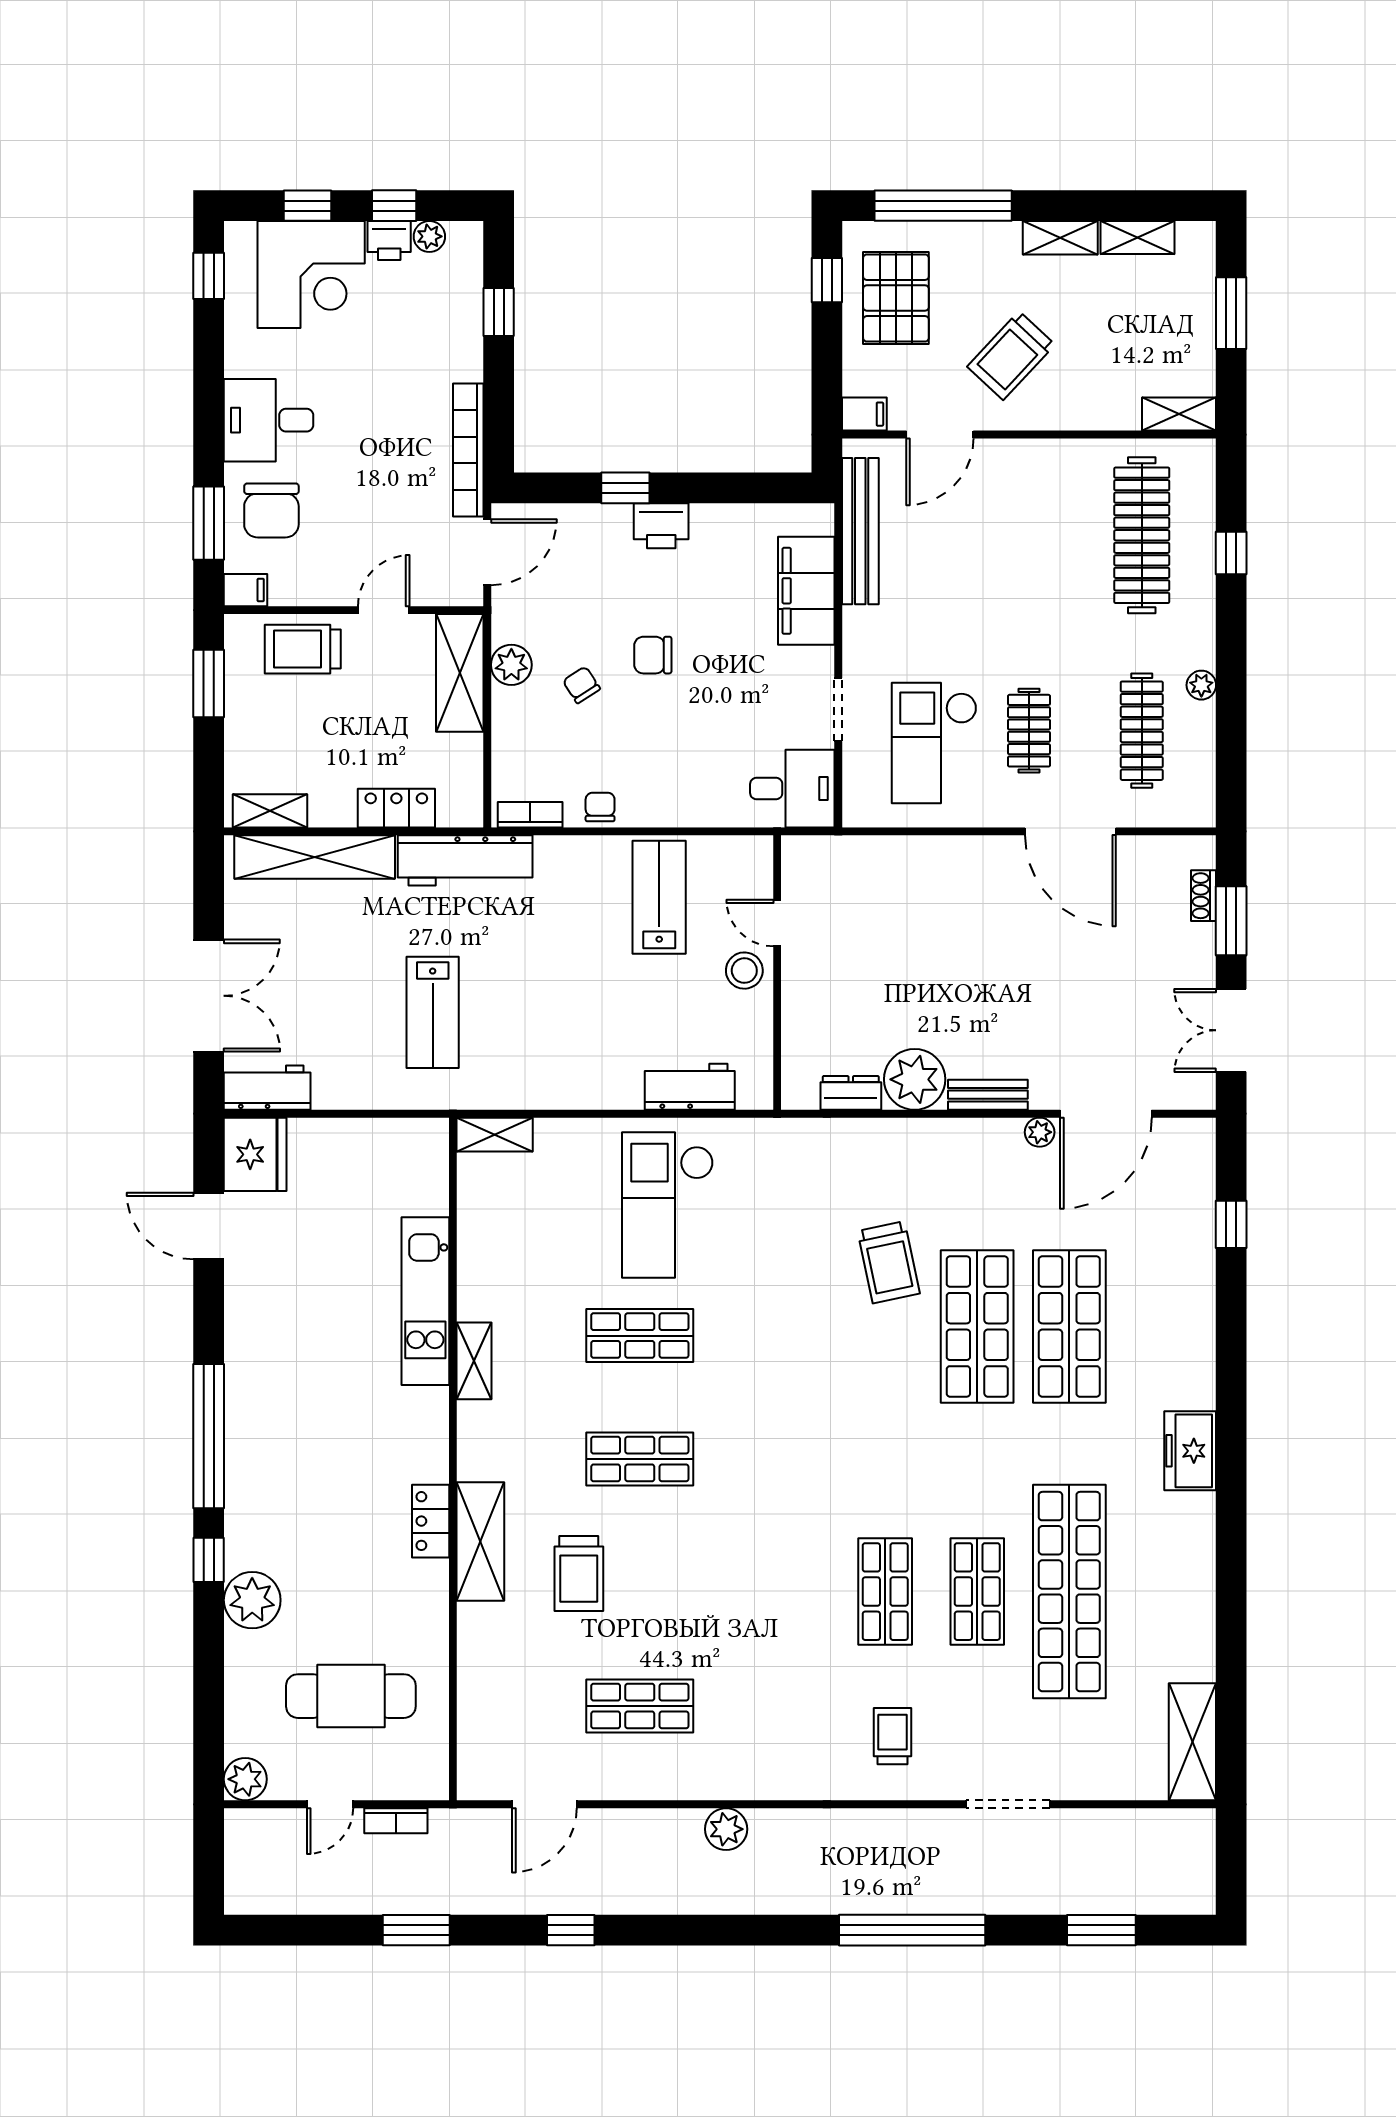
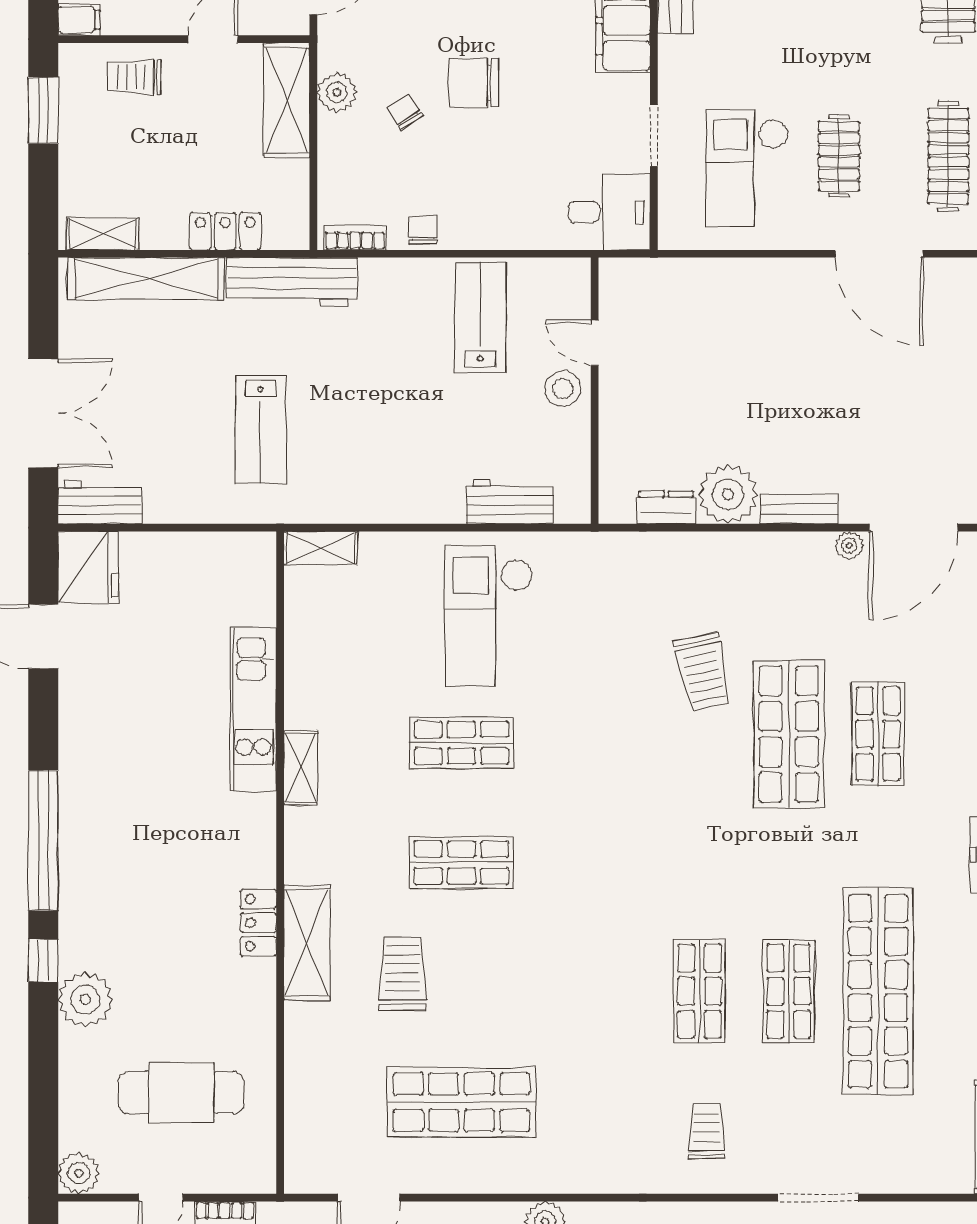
trolley: (303, 649) -> (135, 77), width x0.73, depth x0.72
chair: (653, 655) -> (474, 83), width x1.37, depth x1.37
shop shelf: (1069, 1326) -> (878, 734), width x0.70, depth x0.74
trolley: (579, 1573) -> (402, 974), turned 180
shop shelf: (640, 1706) -> (461, 1102), width x1.43, depth x1.36

